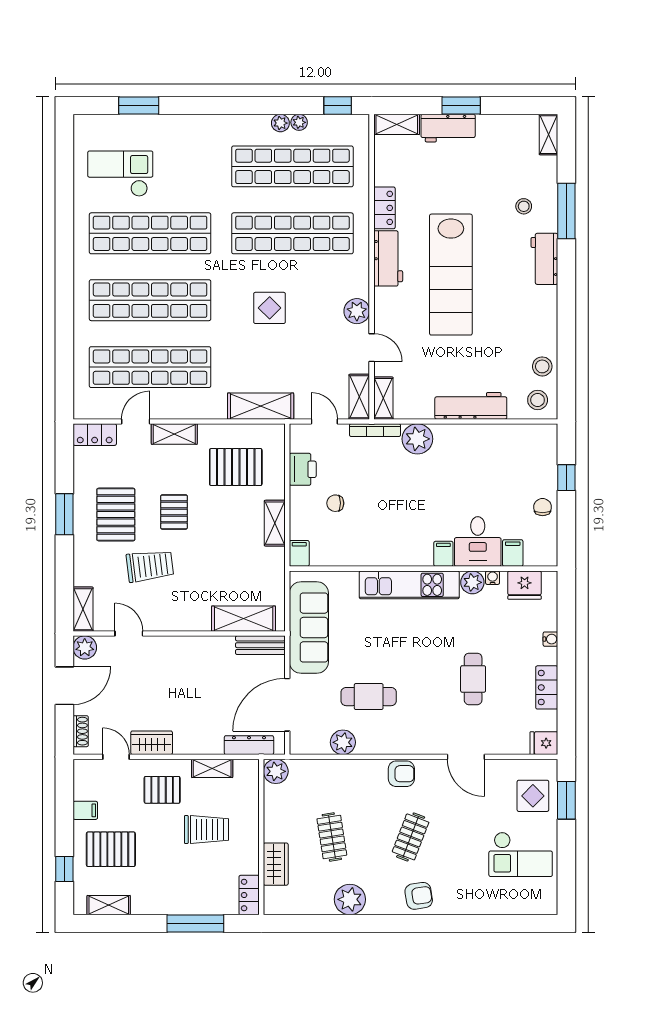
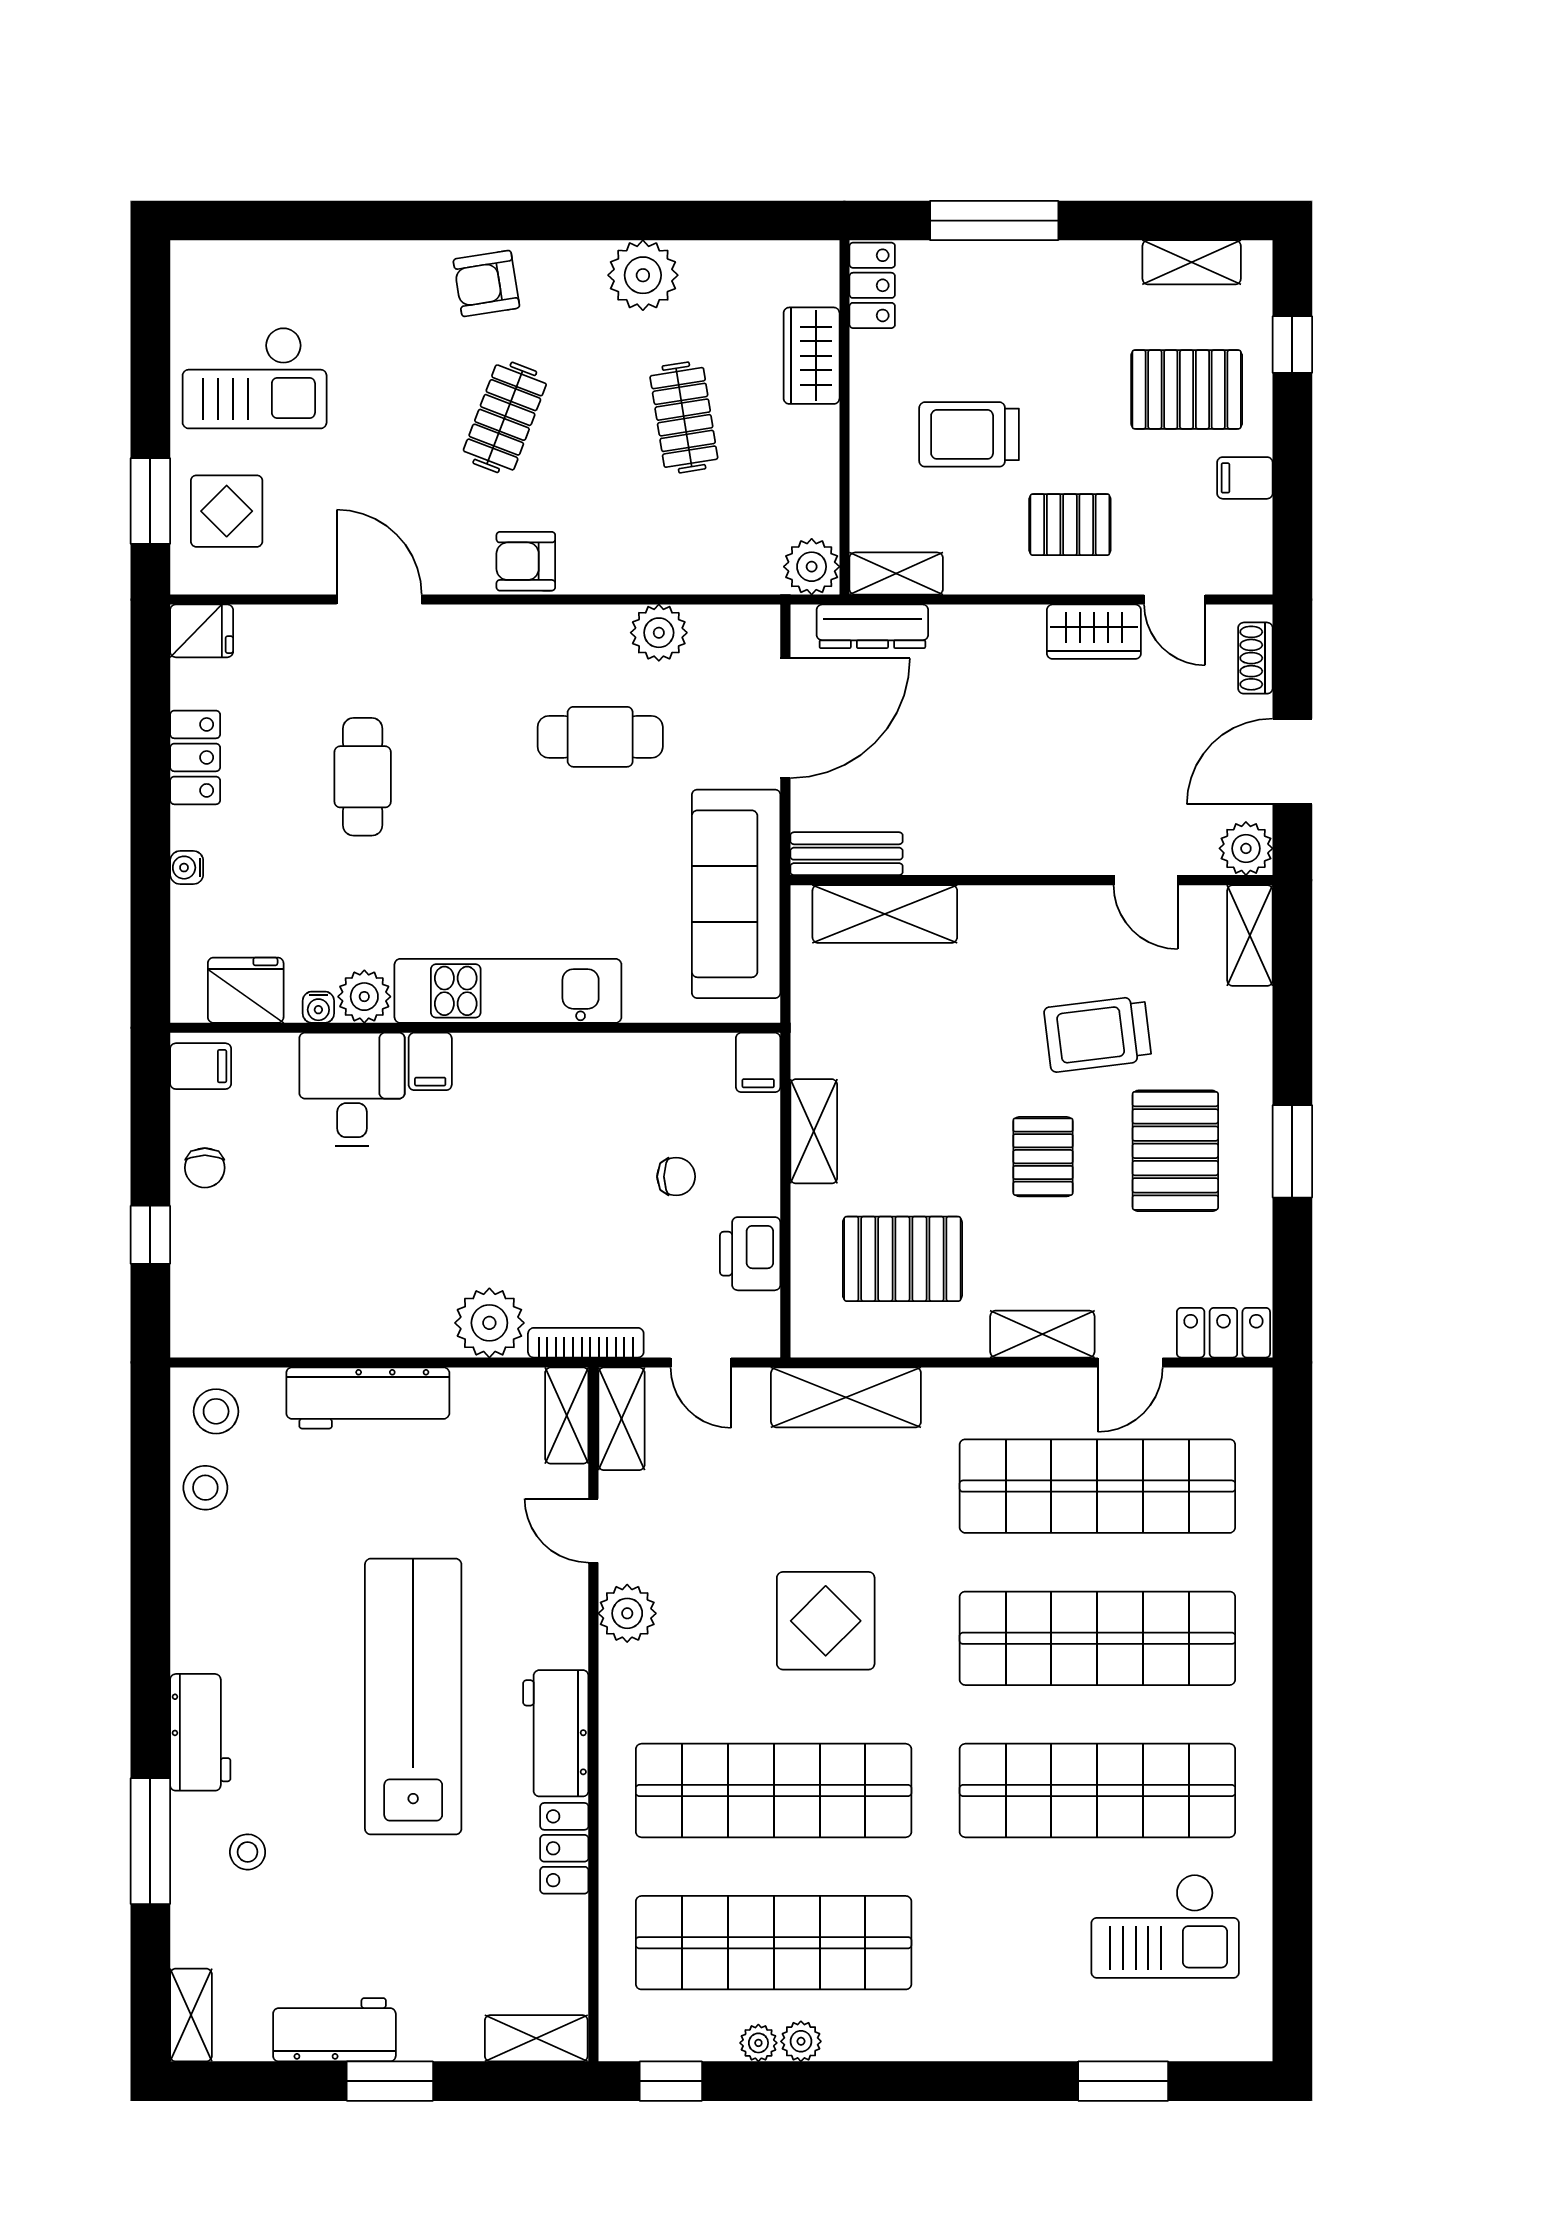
workbench: (448, 128) -> (334, 2030), moved
display table: (270, 308) -> (826, 1621), width x1.36, depth x1.36
filing cabinet: (513, 553) -> (201, 1066), moved, turned -90
shelving: (212, 768) -> (896, 574), moved
checkout: (521, 854) -> (255, 378), turned 180

